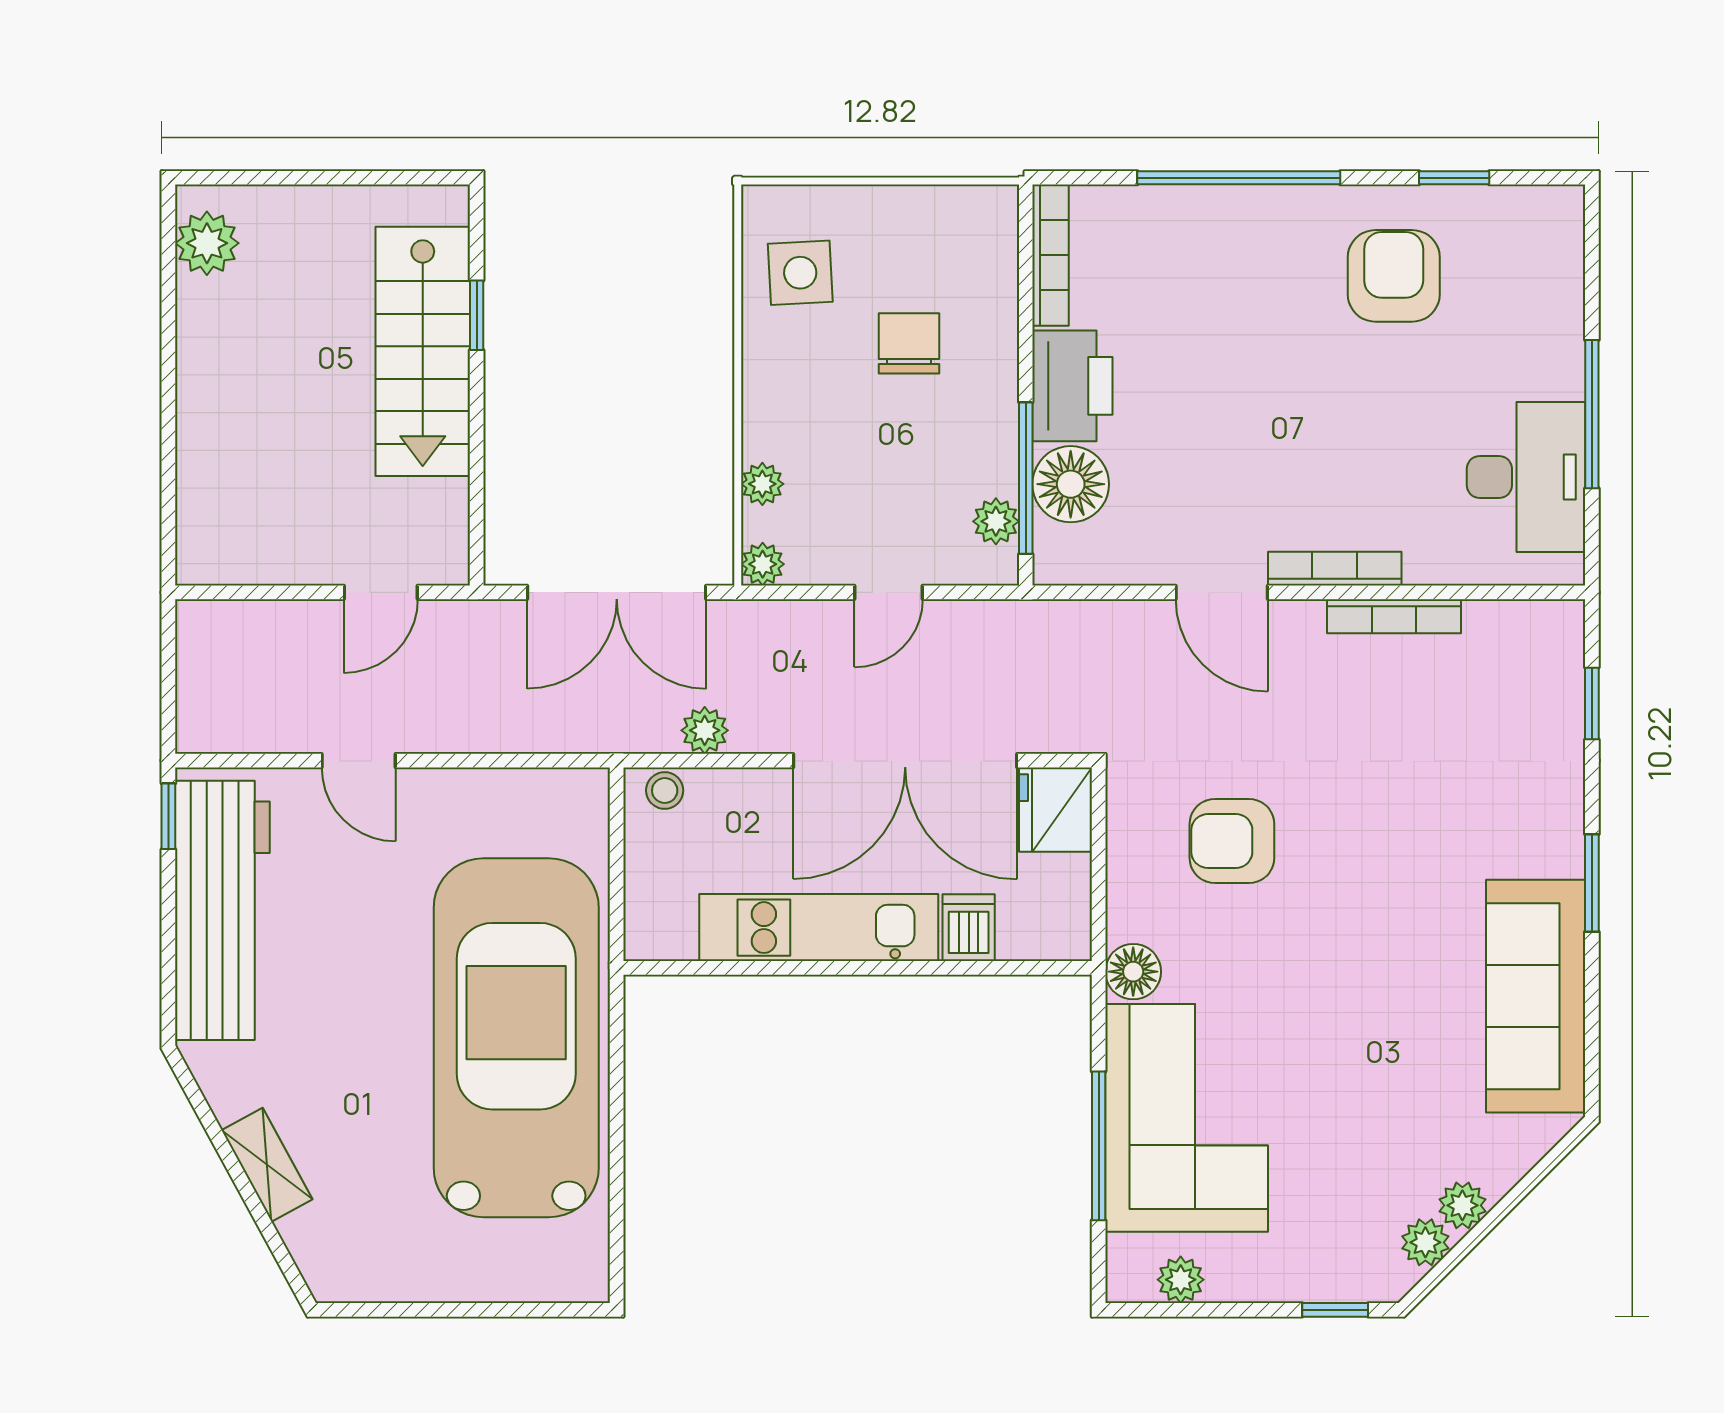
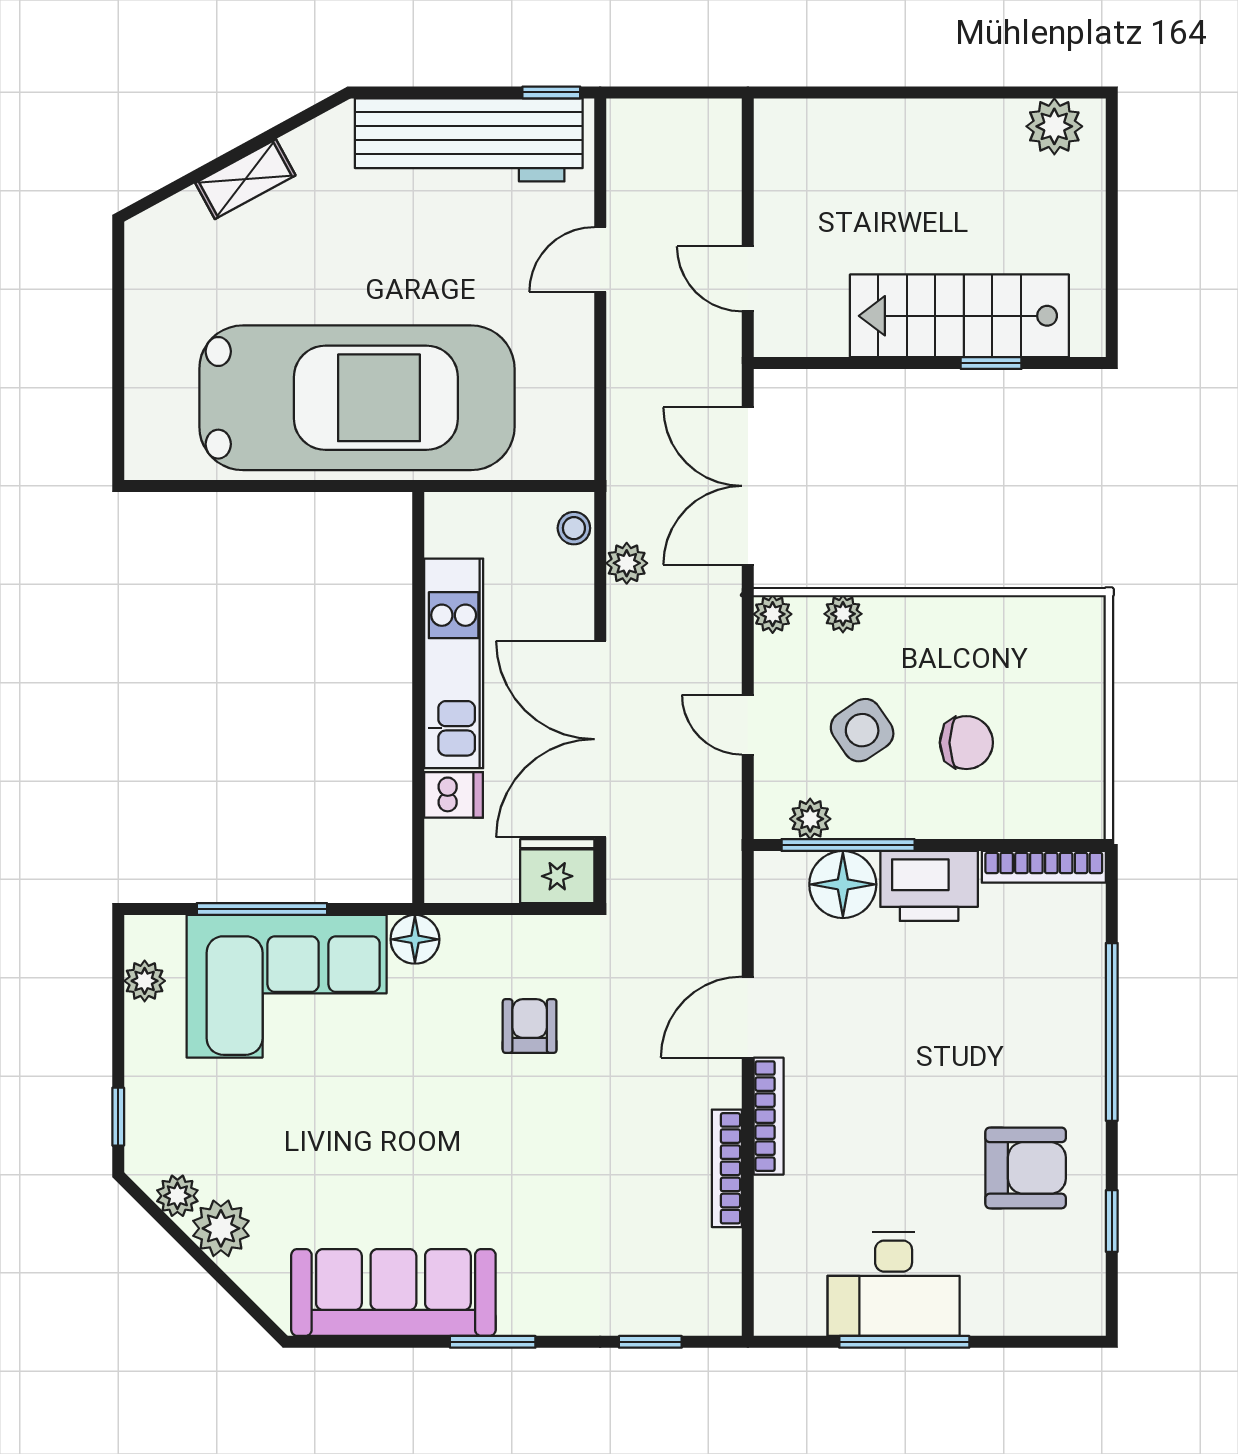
side table: (800, 273) -> (862, 730), moved, turned -31
desk: (1526, 477) -> (894, 1284), moved
armchair: (1232, 841) -> (530, 1026), width x0.72, depth x0.72
plant: (1462, 1205) -> (221, 1228), width x1.38, depth x1.38

